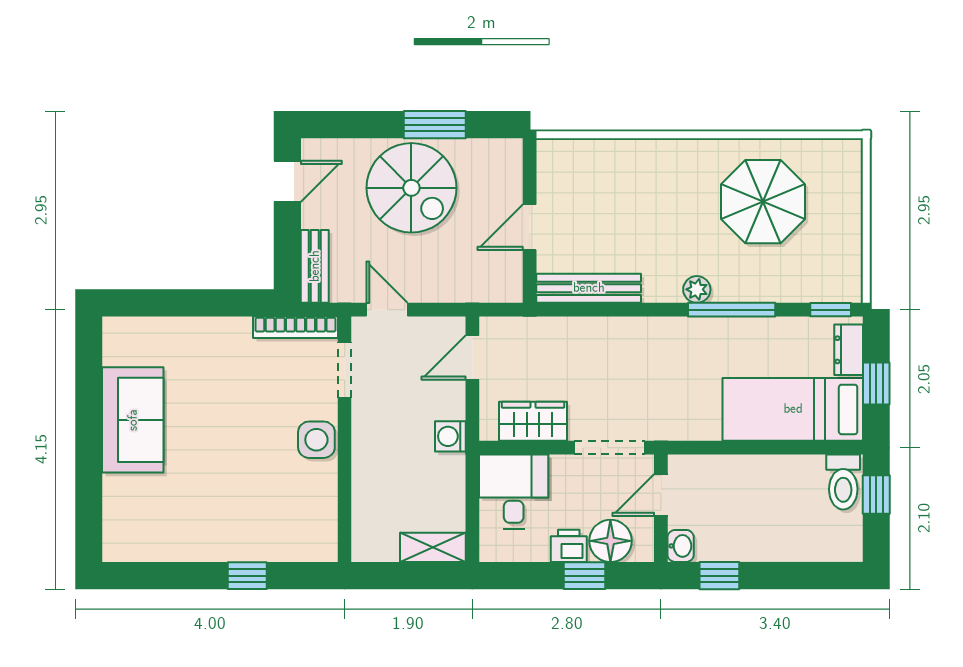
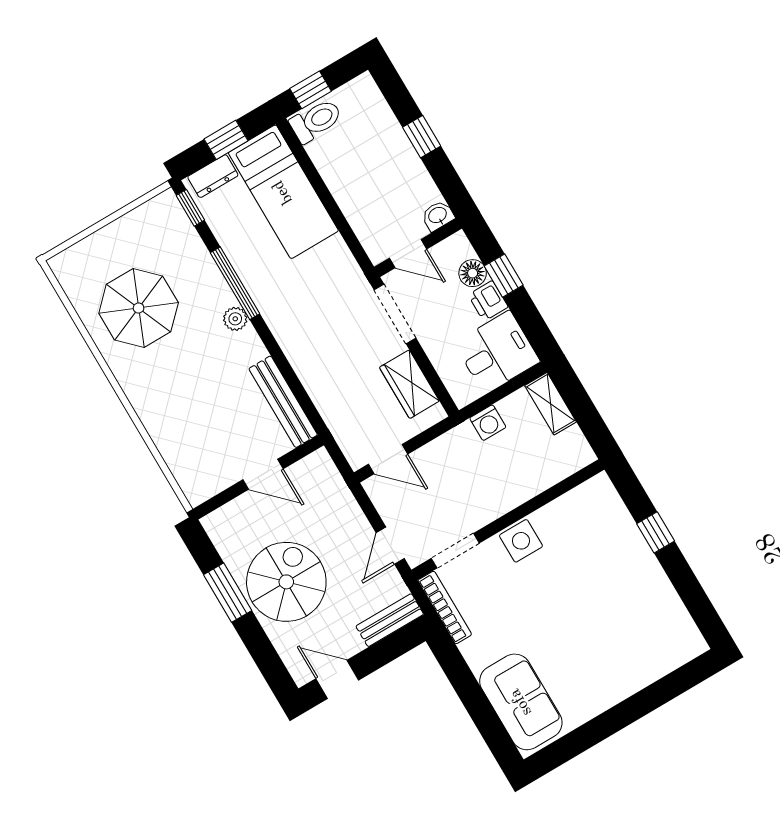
sofa: (133, 420) -> (521, 702), moved, turned 90
washing machine: (450, 436) -> (488, 423), moved
desk: (514, 492) -> (497, 352), moved, turned 180
floor lamp: (610, 541) -> (473, 273), width x0.73, depth x0.73
window: (719, 576) -> (422, 137), moved

